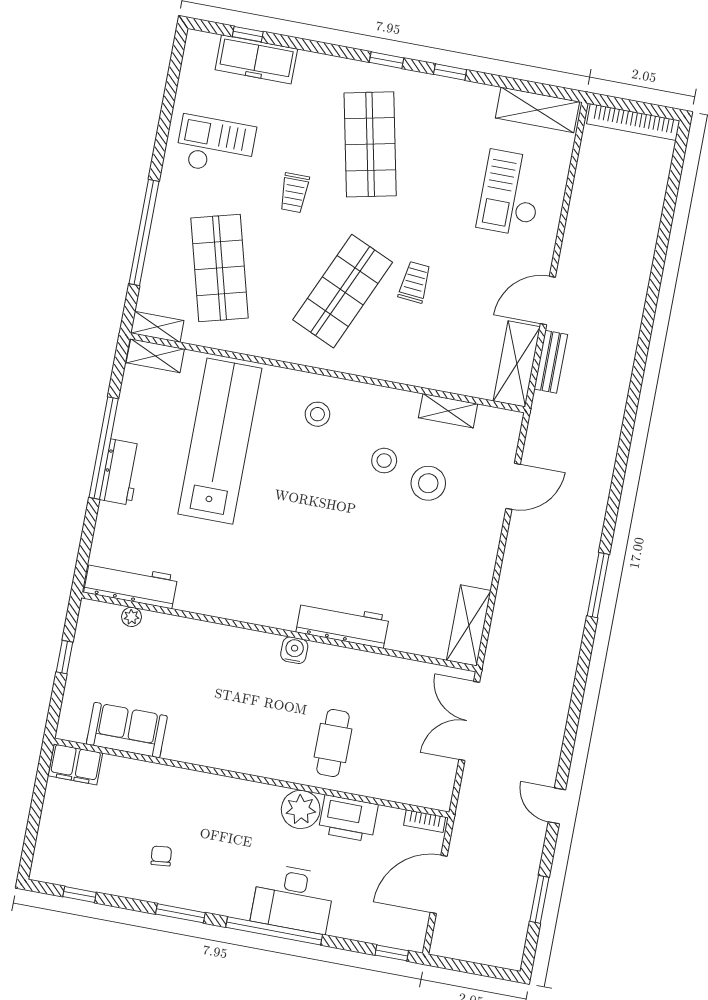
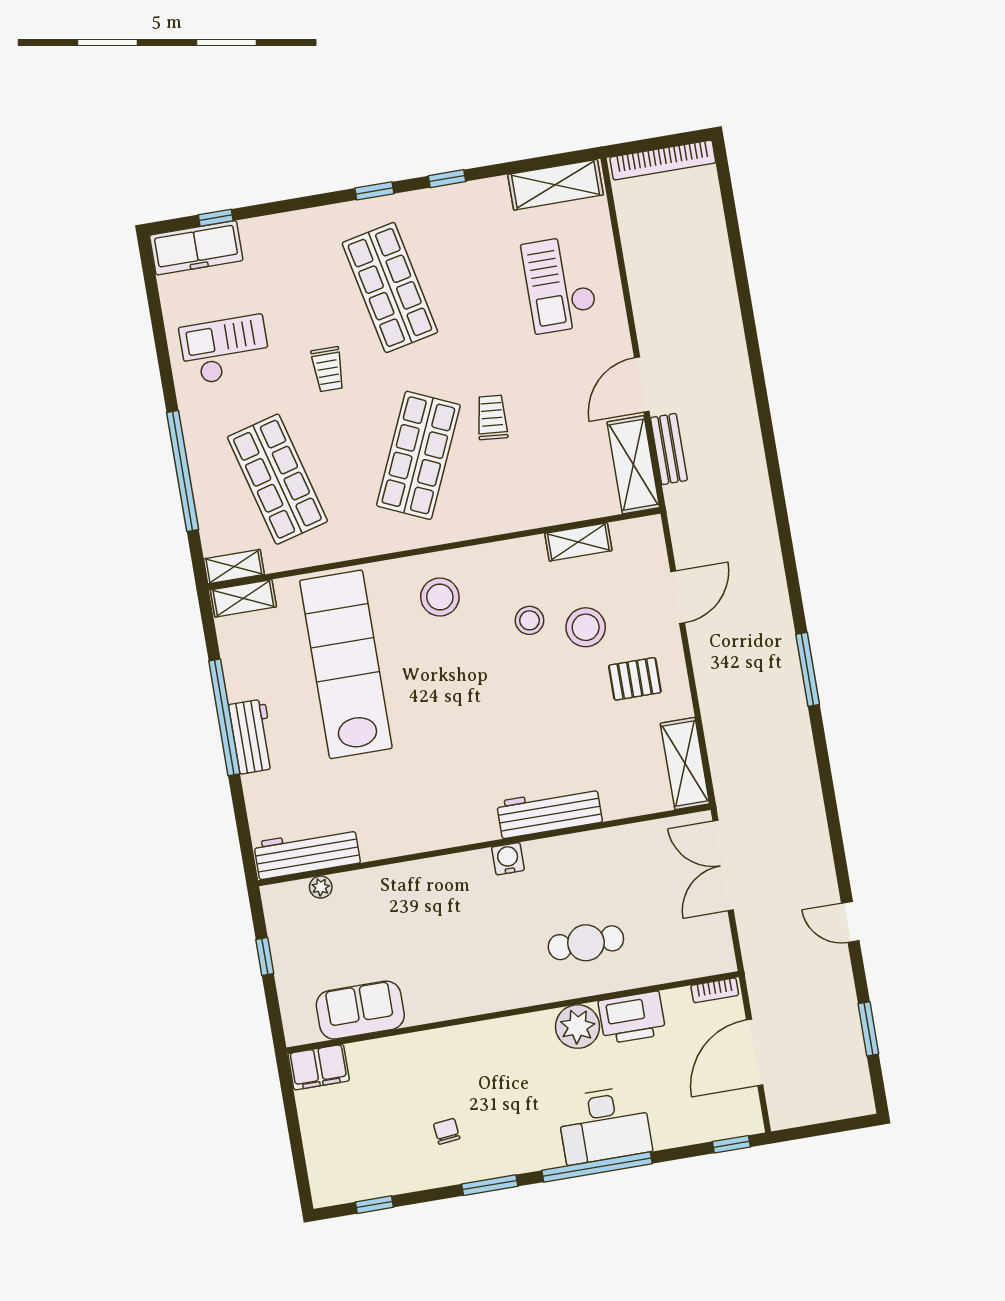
freezer: (256, 59) -> (196, 248), moved
stool: (317, 414) -> (440, 597), width x1.38, depth x1.38
pallet: (453, 541) -> (635, 679), added
cafe table: (333, 743) -> (586, 943), turned 90

